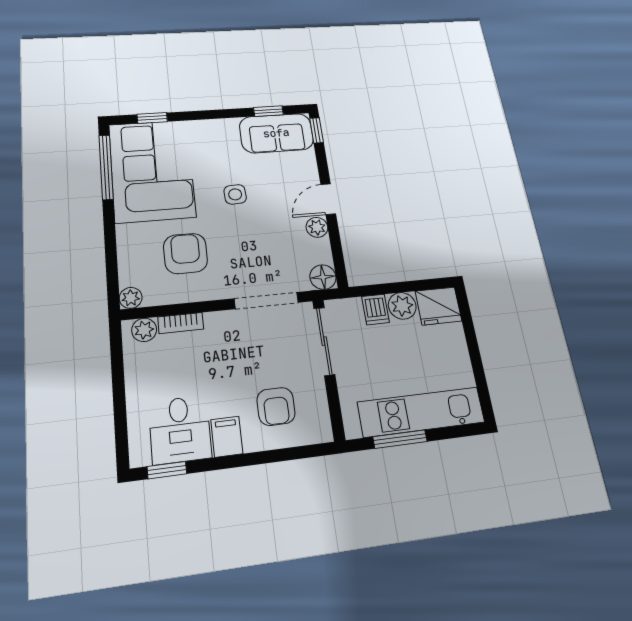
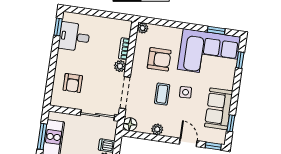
sofa: (276, 133) -> (219, 109), moved
window: (106, 167) -> (216, 30), width x0.46
door: (328, 199) -> (188, 142), moved
coffee table: (250, 233) -> (162, 94), added
plant: (144, 330) -> (120, 66), moved
armchair: (276, 406) -> (73, 83), turned -90
filing cabinet: (227, 437) -> (65, 57), removed

